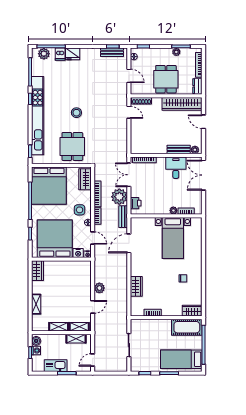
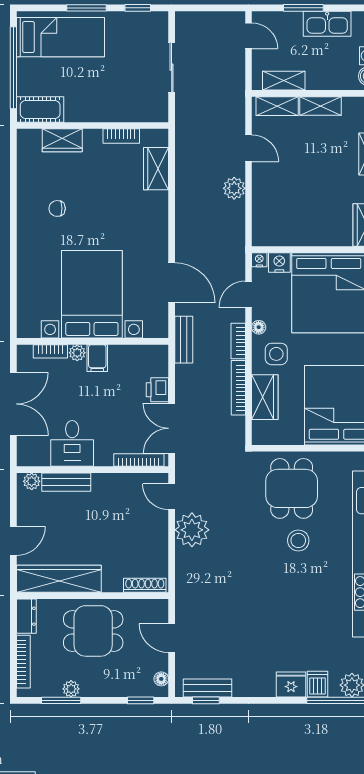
dining table: (166, 79) -> (93, 631), turned 90
door: (129, 112) -> (172, 497), moved
stool: (76, 113) -> (298, 540), moved
door: (203, 122) -> (13, 541), hinge flipped
double door: (129, 175) -> (172, 428), swing flipped
double door: (203, 175) -> (13, 404), moved
wardrobe: (85, 179) -> (265, 397), moved
plant: (119, 197) -> (192, 530), moved
printer: (136, 203) -> (157, 390), moved
filing cabinet: (164, 208) -> (97, 358), added
door: (93, 238) -> (249, 294), hinge flipped
bed with nightstands: (173, 238) -> (92, 294), width x1.36
door: (129, 243) -> (172, 283), hinge flipped
wardrobe: (136, 286) -> (156, 169), moved
door: (93, 307) -> (249, 148), swing flipped
wardrobe: (192, 311) -> (62, 140), moved
cot: (187, 327) -> (40, 109), width x0.73, depth x0.75
door: (93, 360) -> (249, 36), hinge flipped

